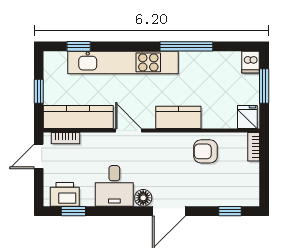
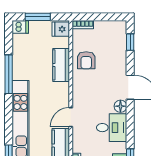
kitchen counter: (178, 117) -> (61, 65), moved

